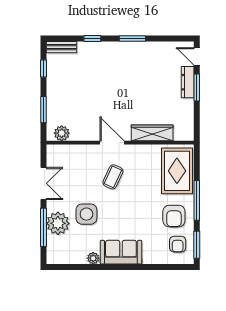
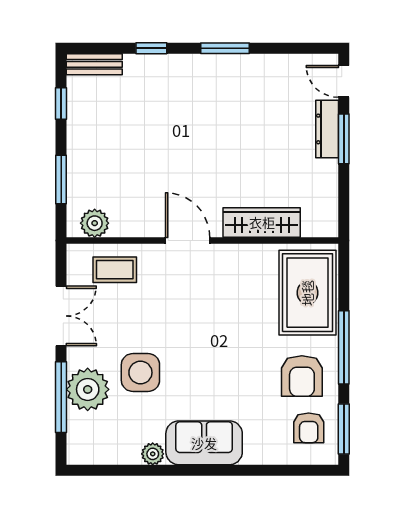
coffee table: (113, 177) -> (115, 270), moved, turned 65

